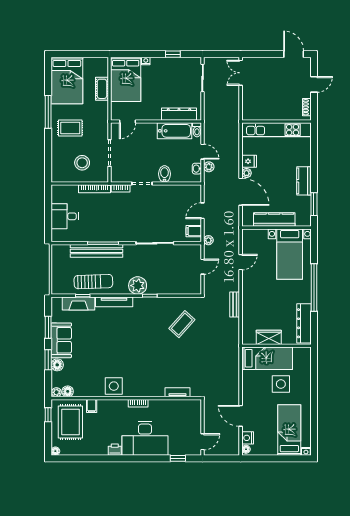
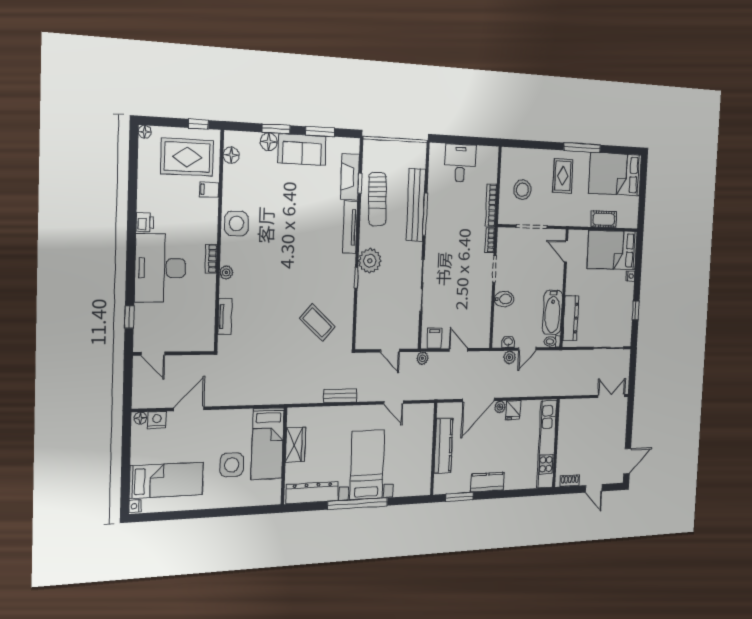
bed with nightstands: (290, 254) -> (367, 465), moved, turned 90
plant: (56, 392) -> (226, 273), moved

